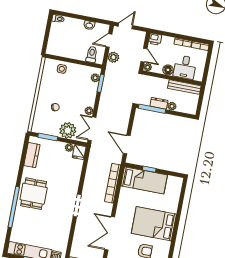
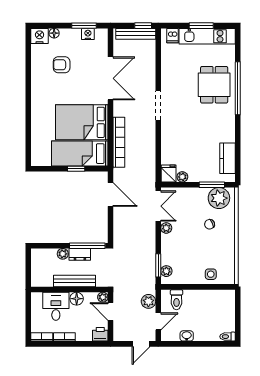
bench: (184, 87) -> (74, 281), moved
plant: (68, 130) -> (219, 198), moved
dining table: (34, 194) -> (214, 85), moved
bed: (154, 224) -> (82, 122), moved, turned 180

